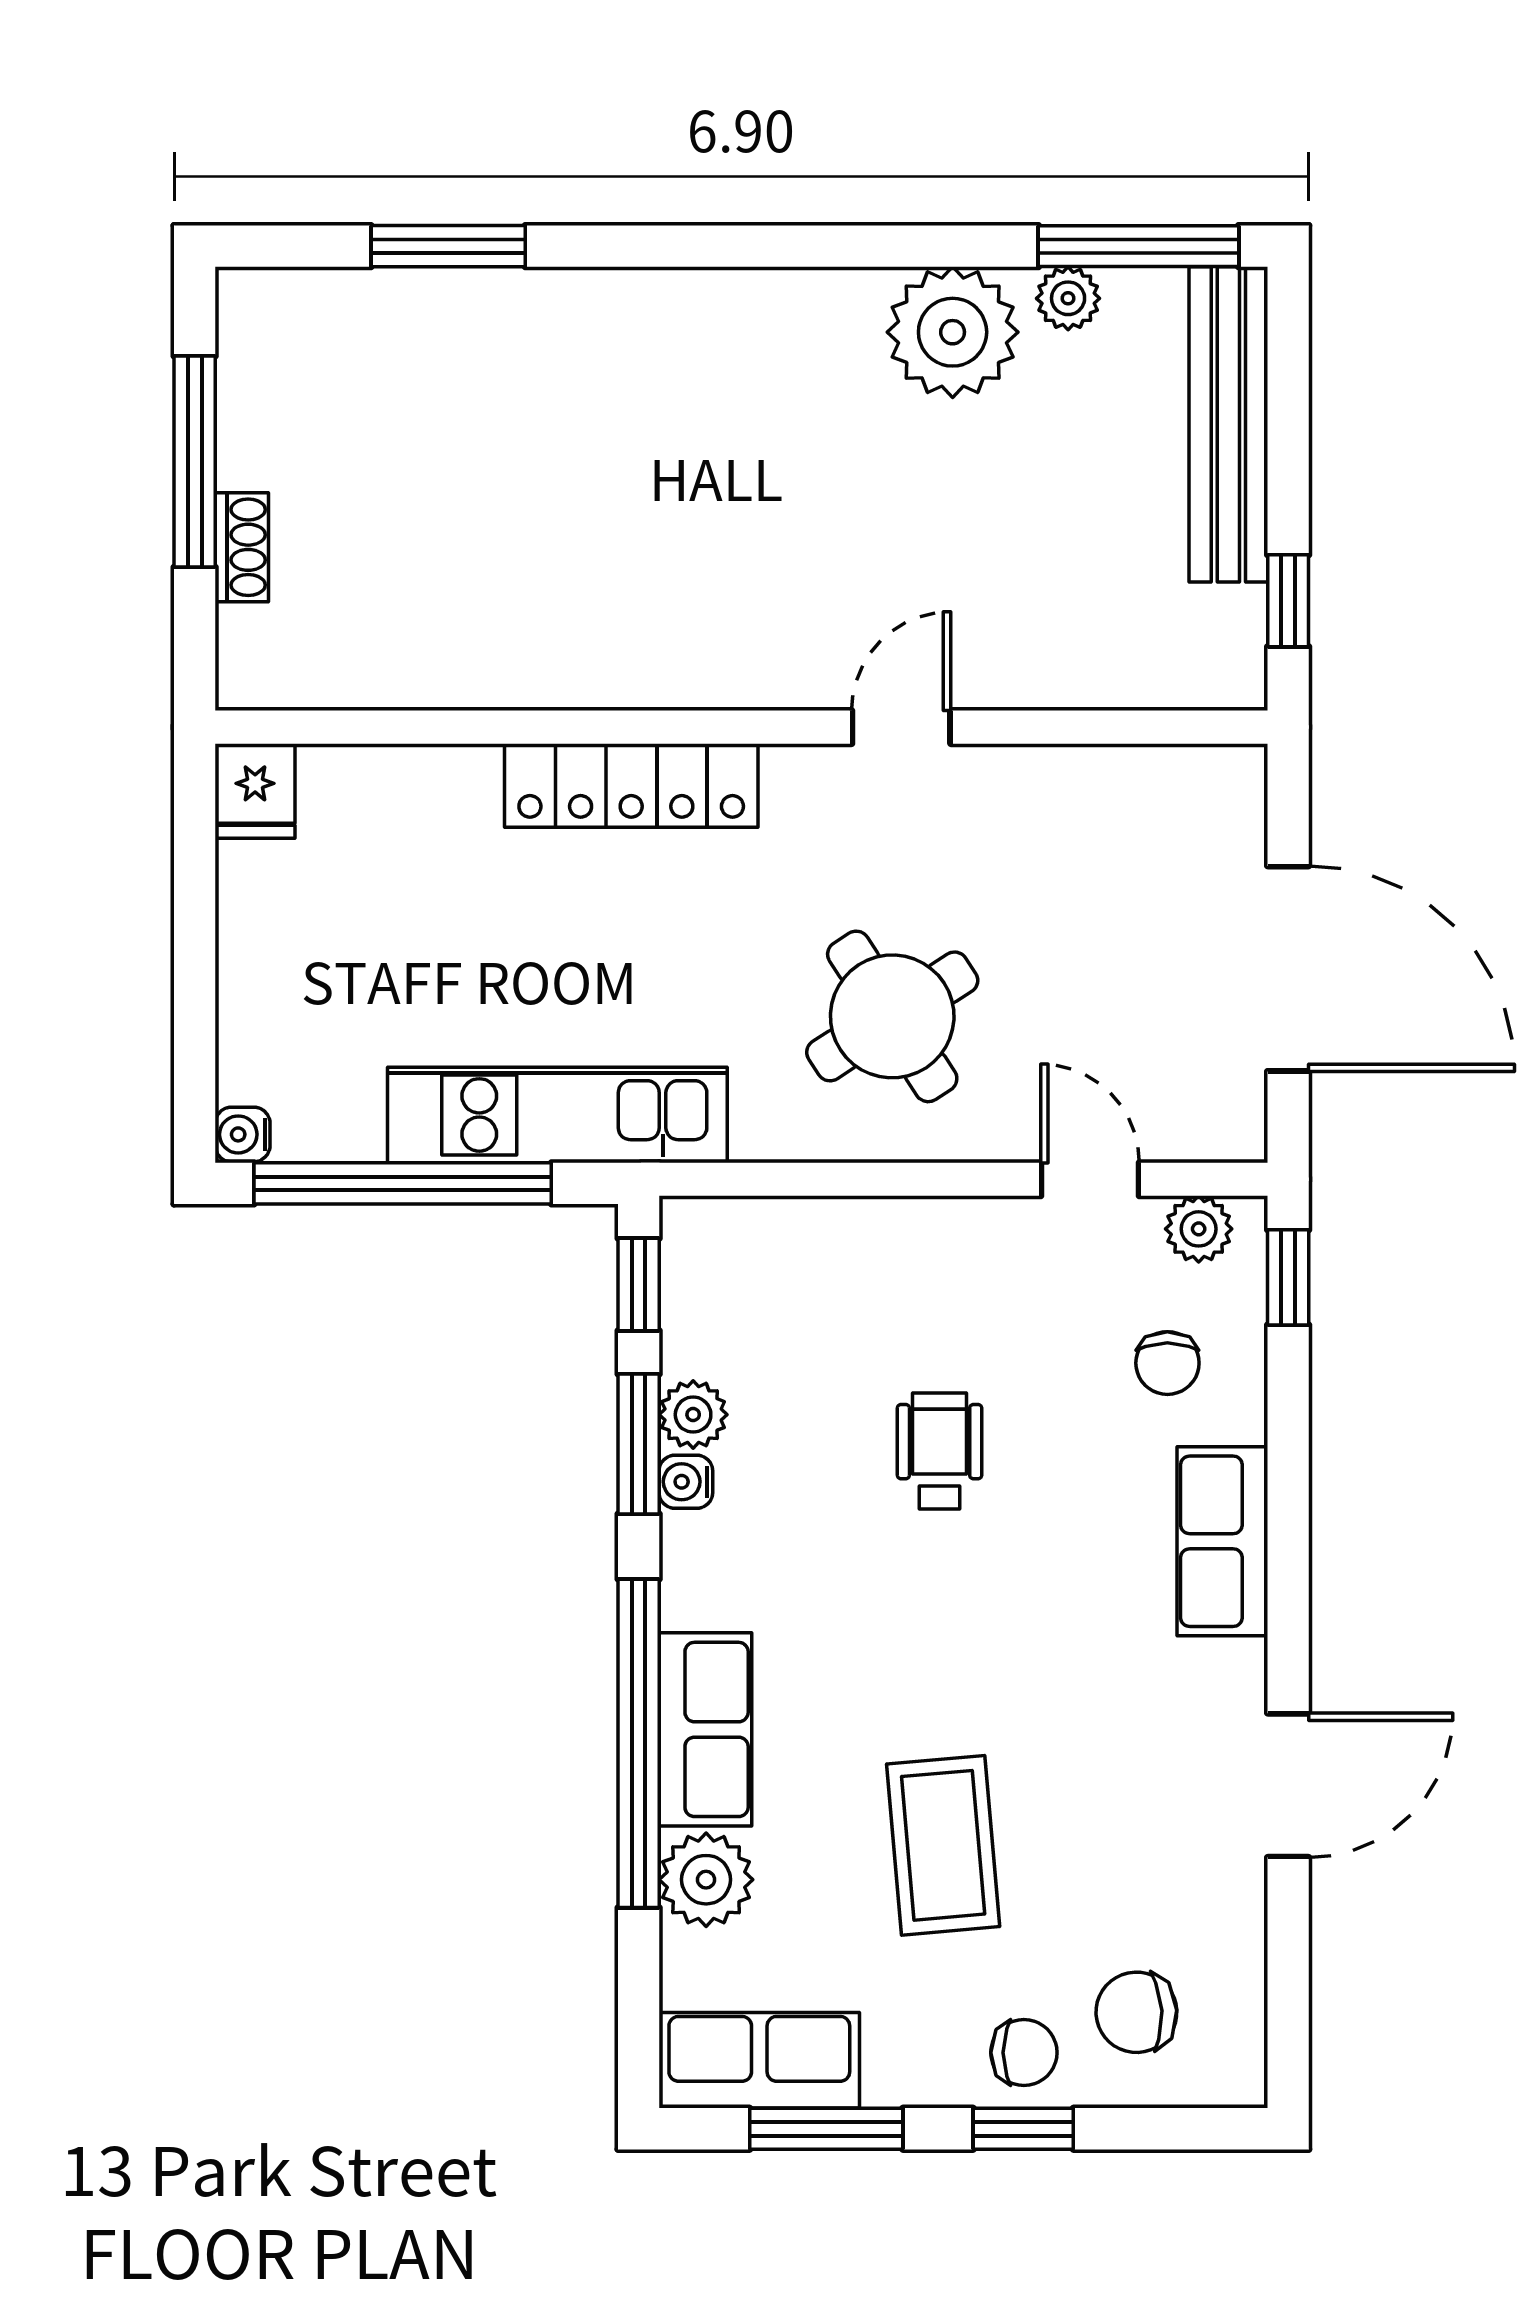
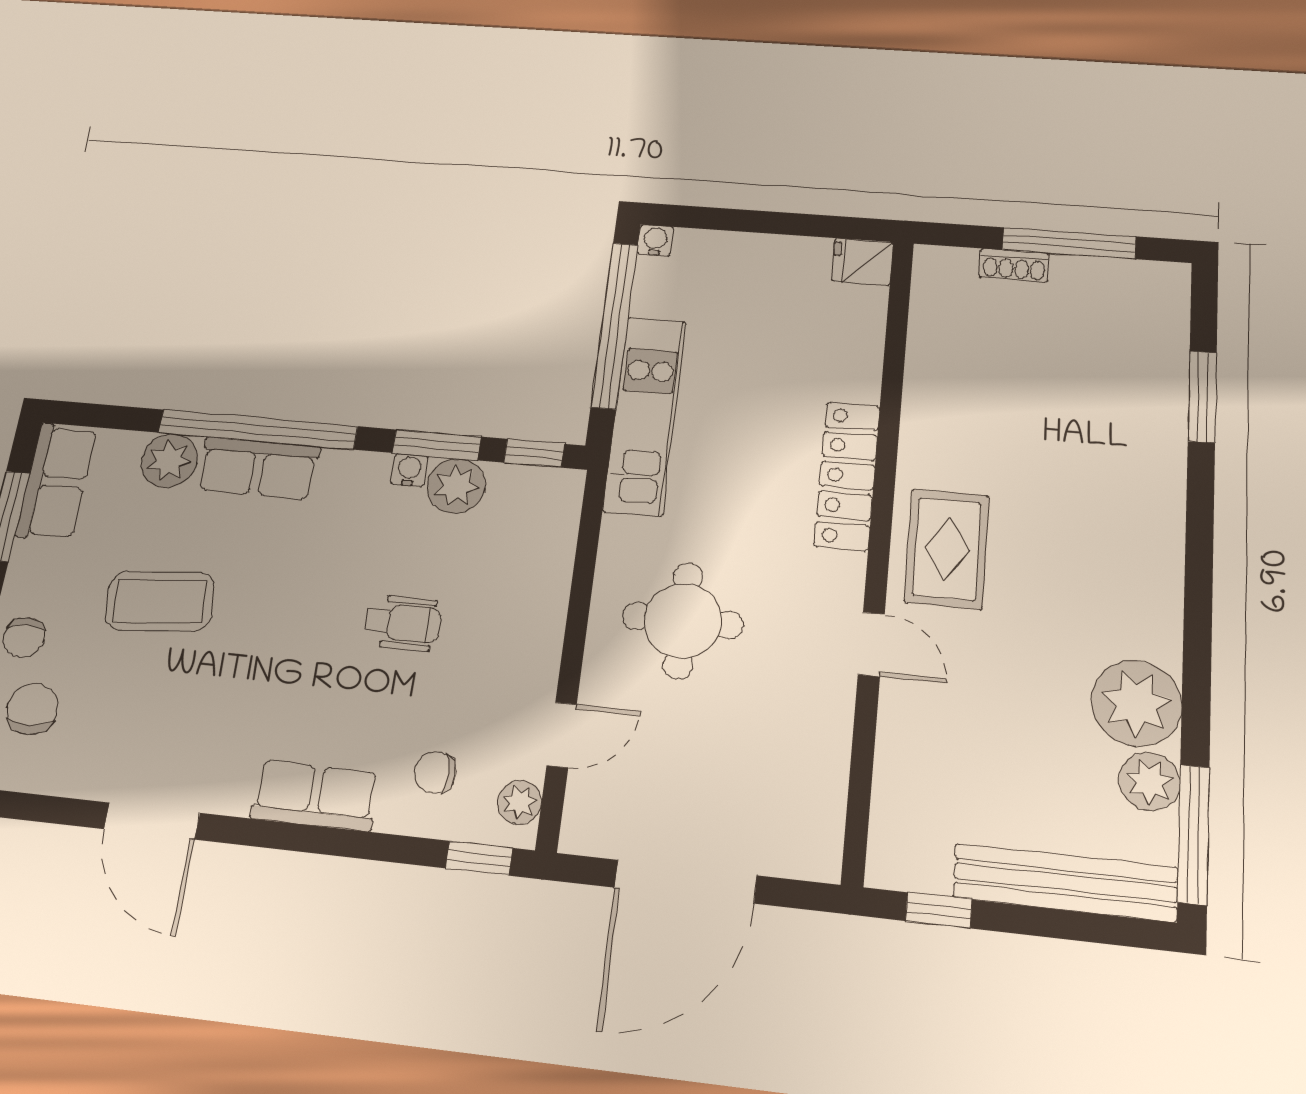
plant: (1068, 298) -> (1149, 782), width x1.38, depth x1.38
rug: (737, 624) -> (947, 549), added
round table: (892, 1016) -> (683, 620), turned 33
plant: (693, 1415) -> (456, 486), width x1.38, depth x1.38

